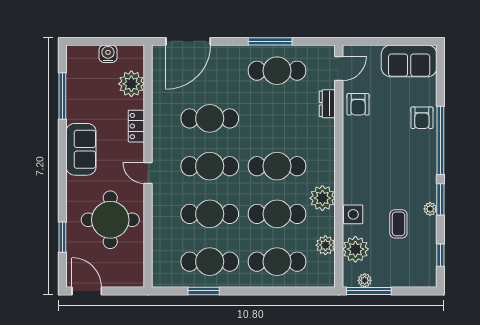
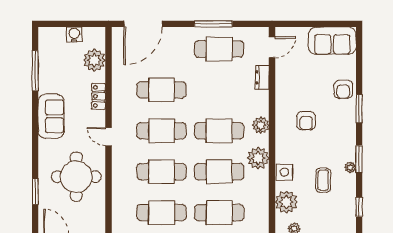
armchair: (358, 104) -> (306, 121), moved
window: (440, 140) -> (359, 109), width x0.47
plant: (325, 245) -> (261, 125), moved

